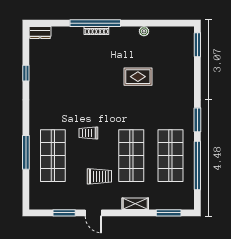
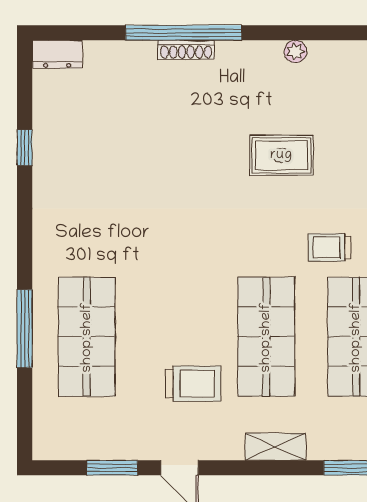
trolley: (88, 133) -> (329, 247), moved

